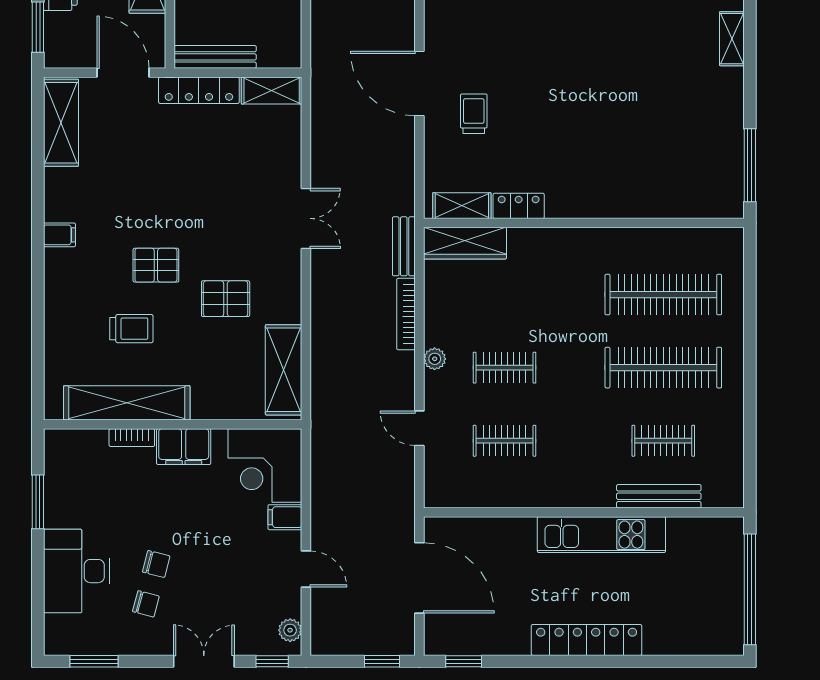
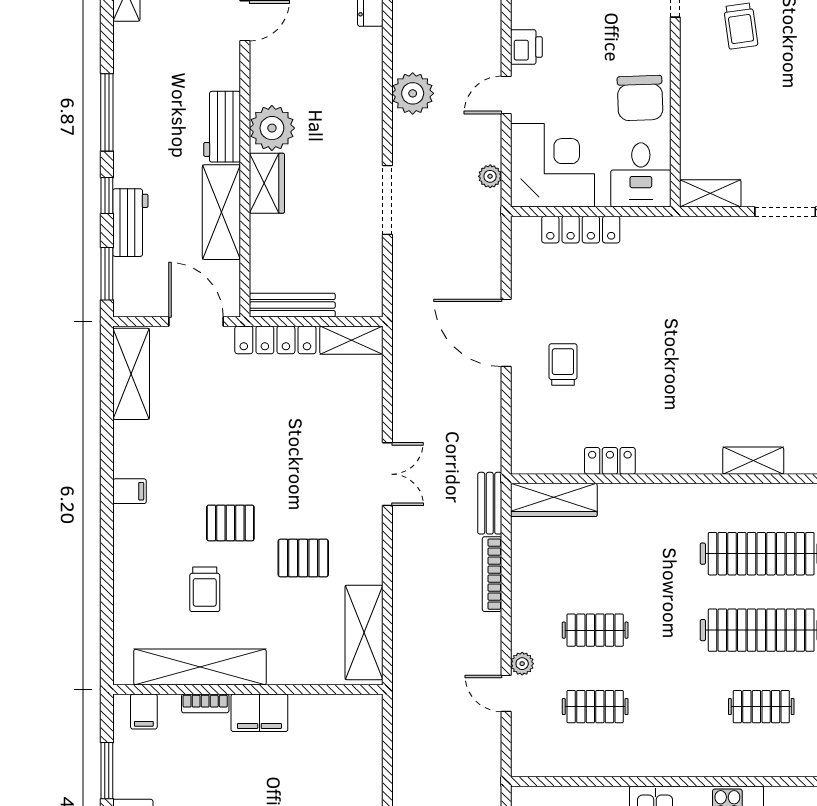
shelving: (462, 206) -> (753, 461), moved
trolley: (131, 329) -> (205, 589), turned 90
plant: (435, 359) -> (522, 664), moved
corner desk: (265, 465) -> (344, 732), removed
bench: (659, 496) -> (757, 765), removed
filing cabinet: (285, 517) -> (144, 712), moved, turned -90

